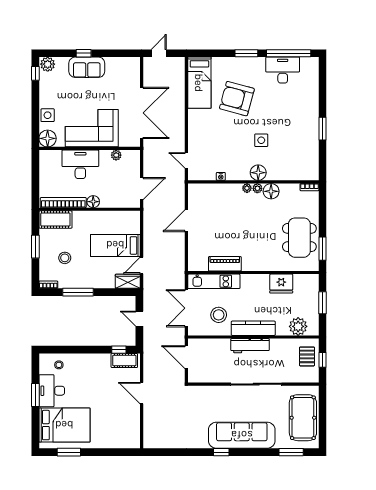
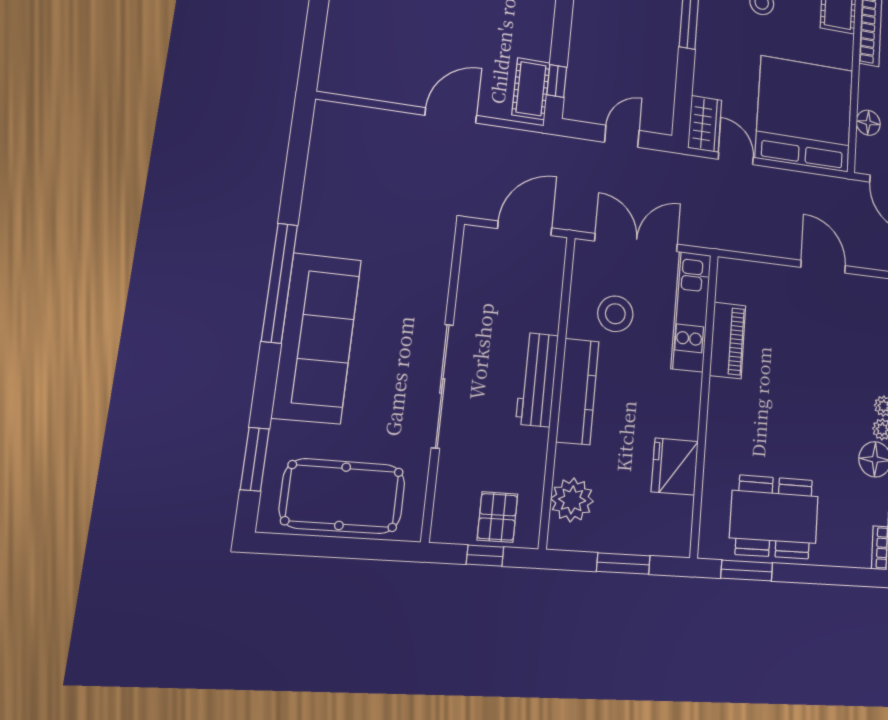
floor lamp: (93, 202) -> (868, 123), moved
bed: (115, 245) -> (804, 114), width x2.04
pallet: (307, 356) -> (497, 517), turned 90
window: (221, 452) -> (279, 283), width x3.17

